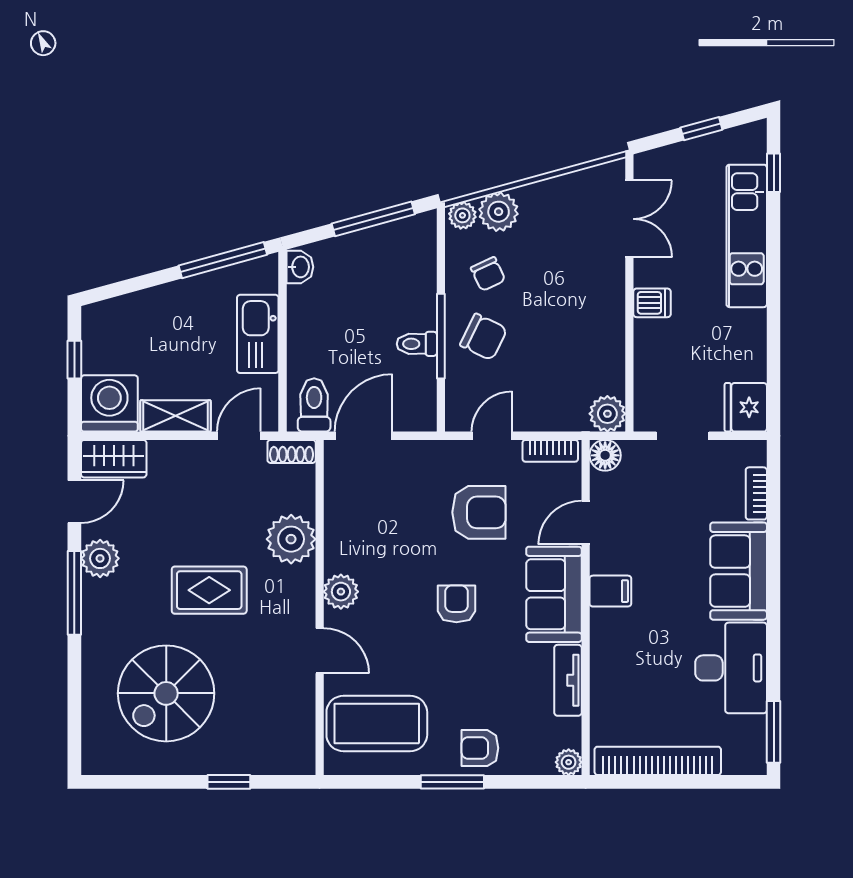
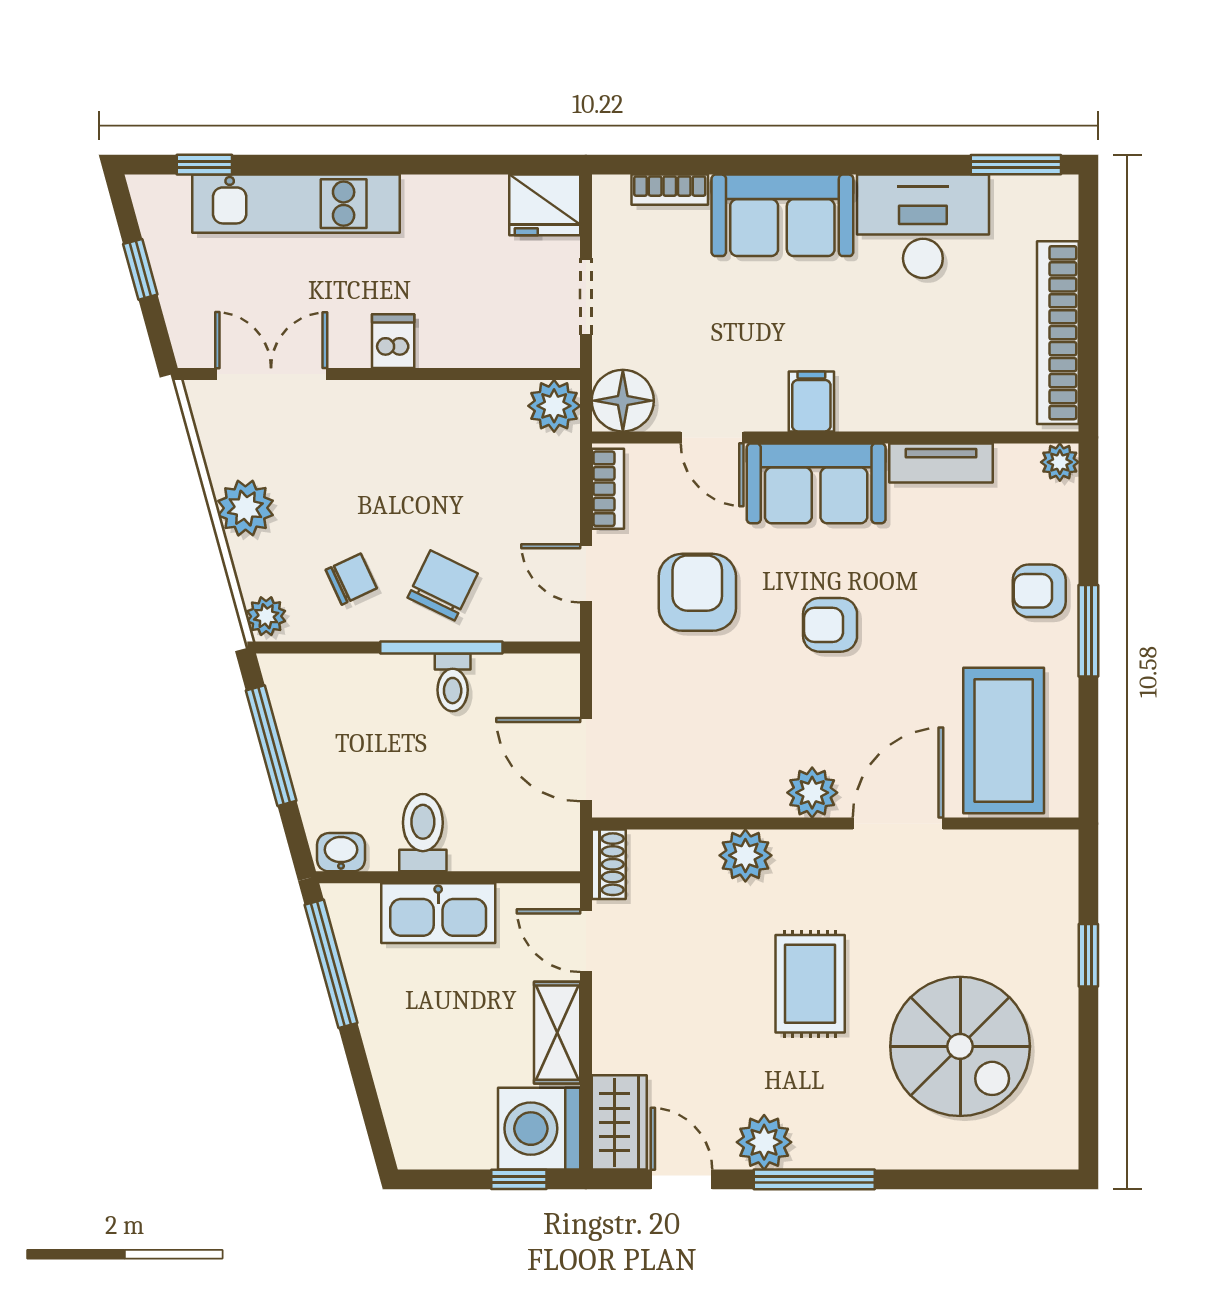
plant: (499, 212) -> (245, 508), moved
window: (74, 360) -> (519, 1179), moved
toilet: (314, 405) -> (423, 833), moved, turned 90
floor lamp: (605, 455) -> (623, 401), width x1.38, depth x1.38
plant: (291, 539) -> (745, 855), width x0.73, depth x0.73
door: (320, 651) -> (898, 824), width x1.37
armchair: (480, 748) -> (1039, 591), turned 90

